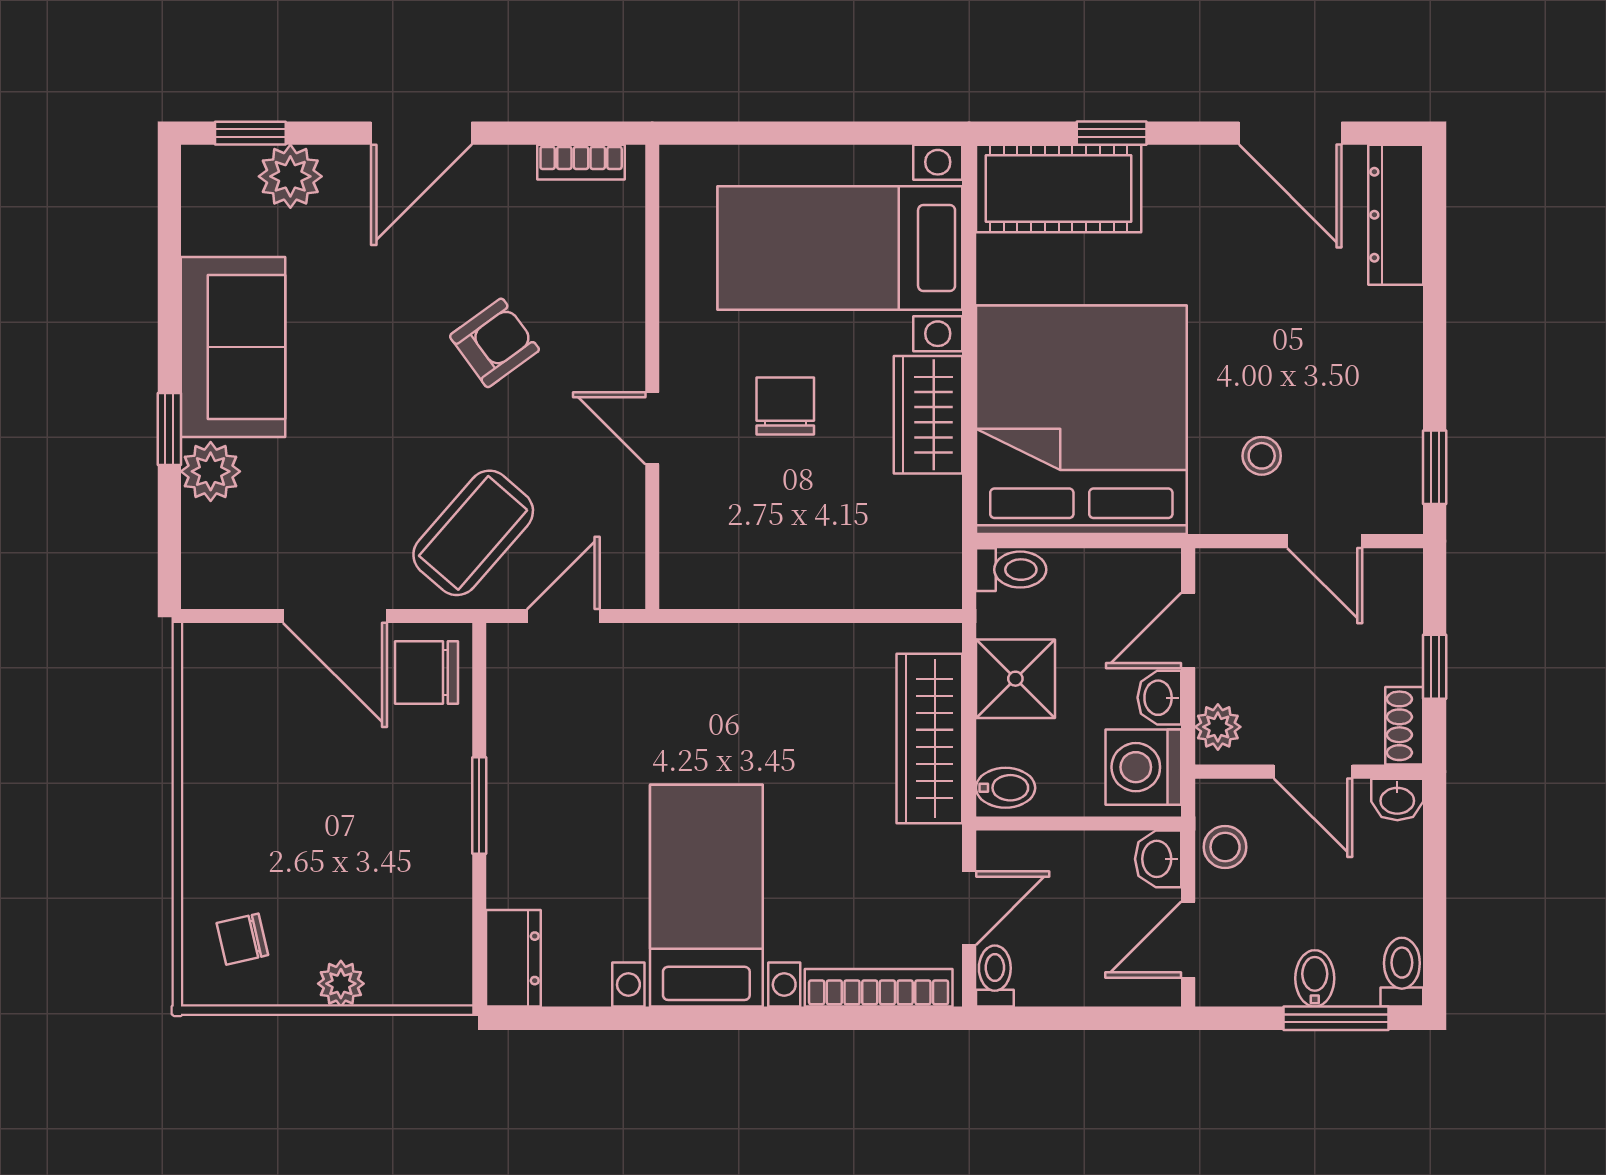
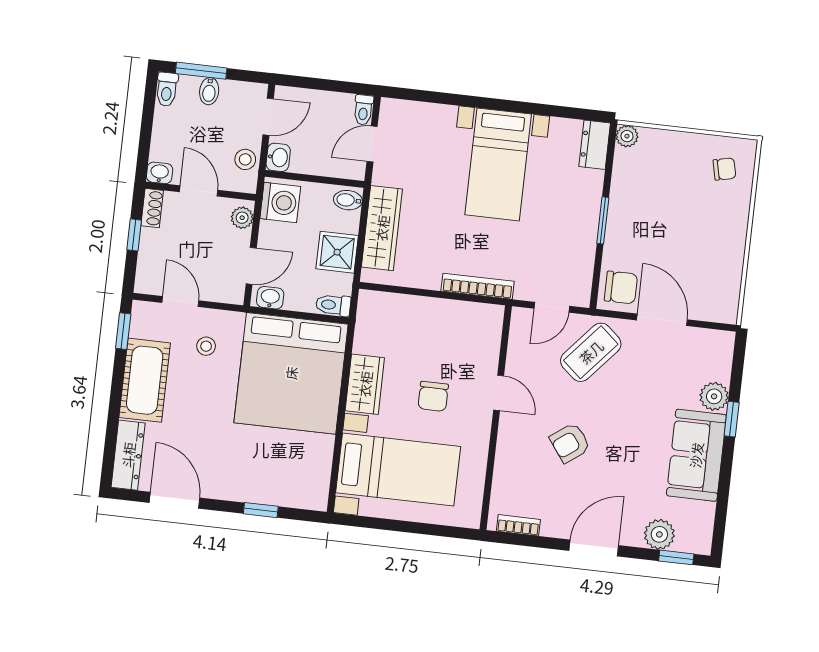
cot: (1059, 189) -> (145, 380), moved, turned 90
washbasin: (1159, 698) -> (270, 298), moved, turned -90
plant: (341, 984) -> (627, 136), moved
bookcase: (879, 988) -> (478, 286), moved, turned 180

